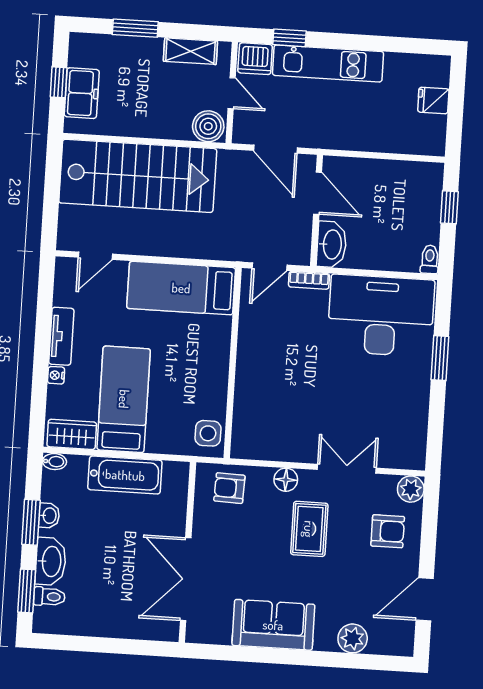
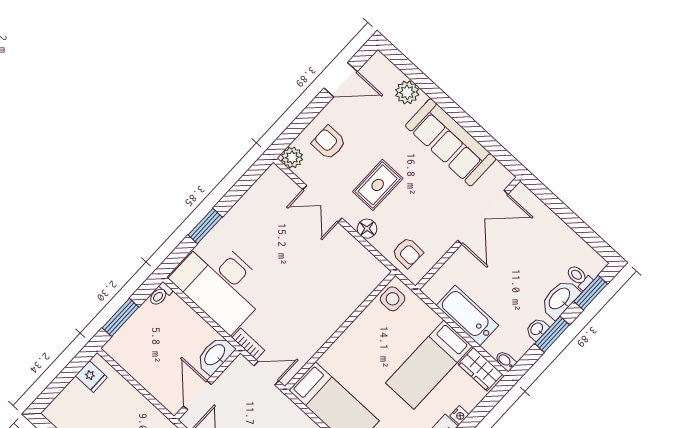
fridge: (433, 101) -> (91, 376), moved
window: (449, 207) -> (120, 317), width x1.50
sofa: (273, 625) -> (451, 142), width x1.36

